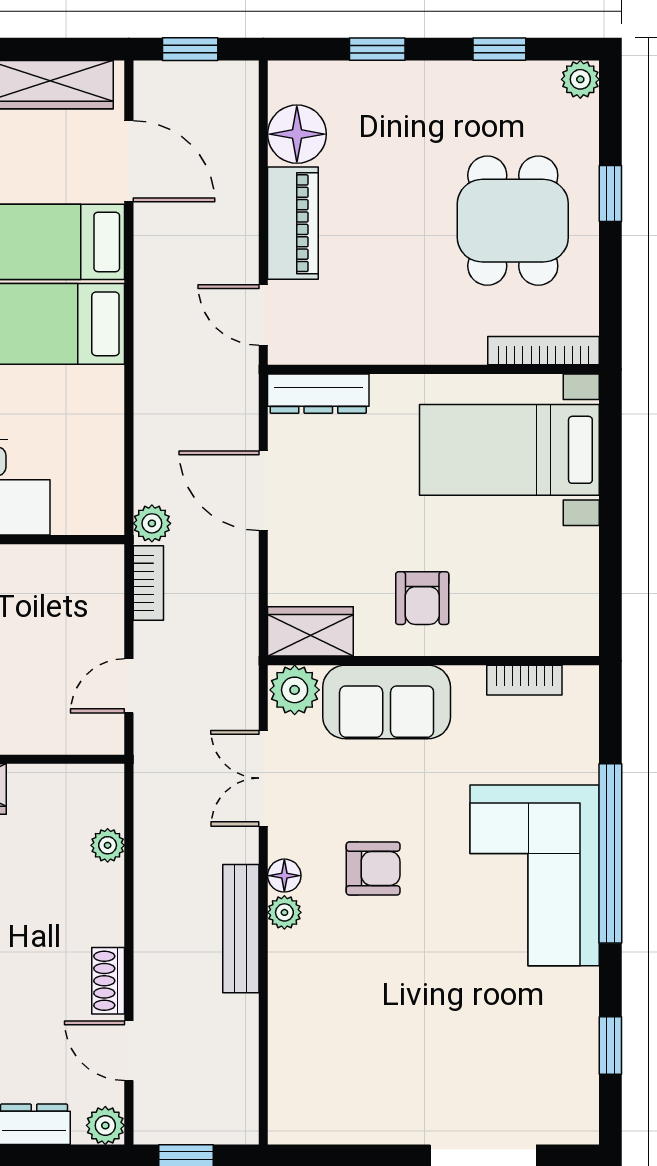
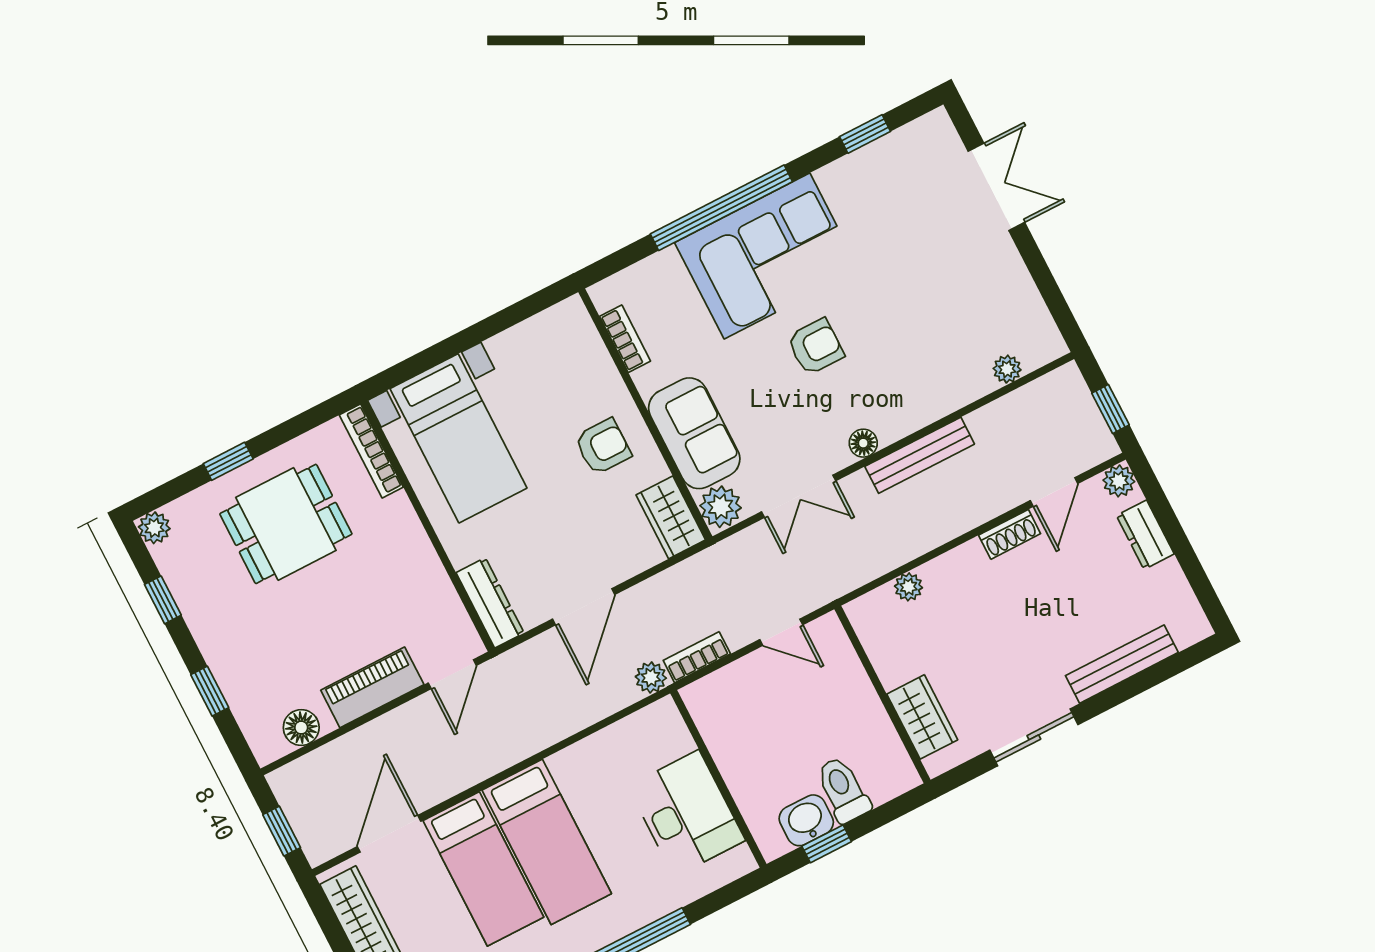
floor lamp: (297, 134) -> (301, 728), width x0.73, depth x0.73
armchair: (373, 868) -> (816, 347), moved, turned 90
plant: (284, 912) -> (1007, 369), moved

